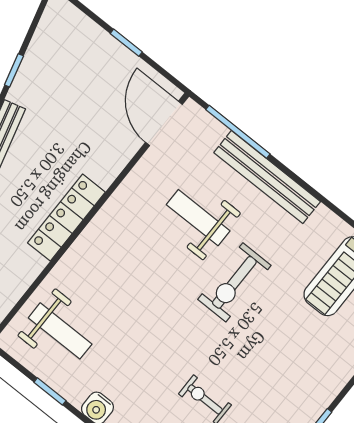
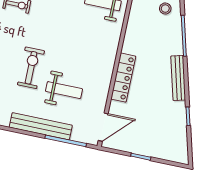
door: (164, 123) -> (103, 127), hinge flipped
locker: (66, 218) -> (123, 78), moved

